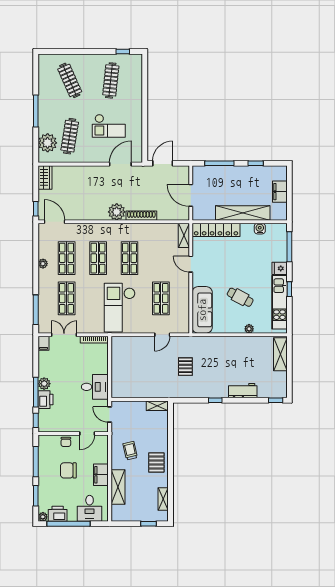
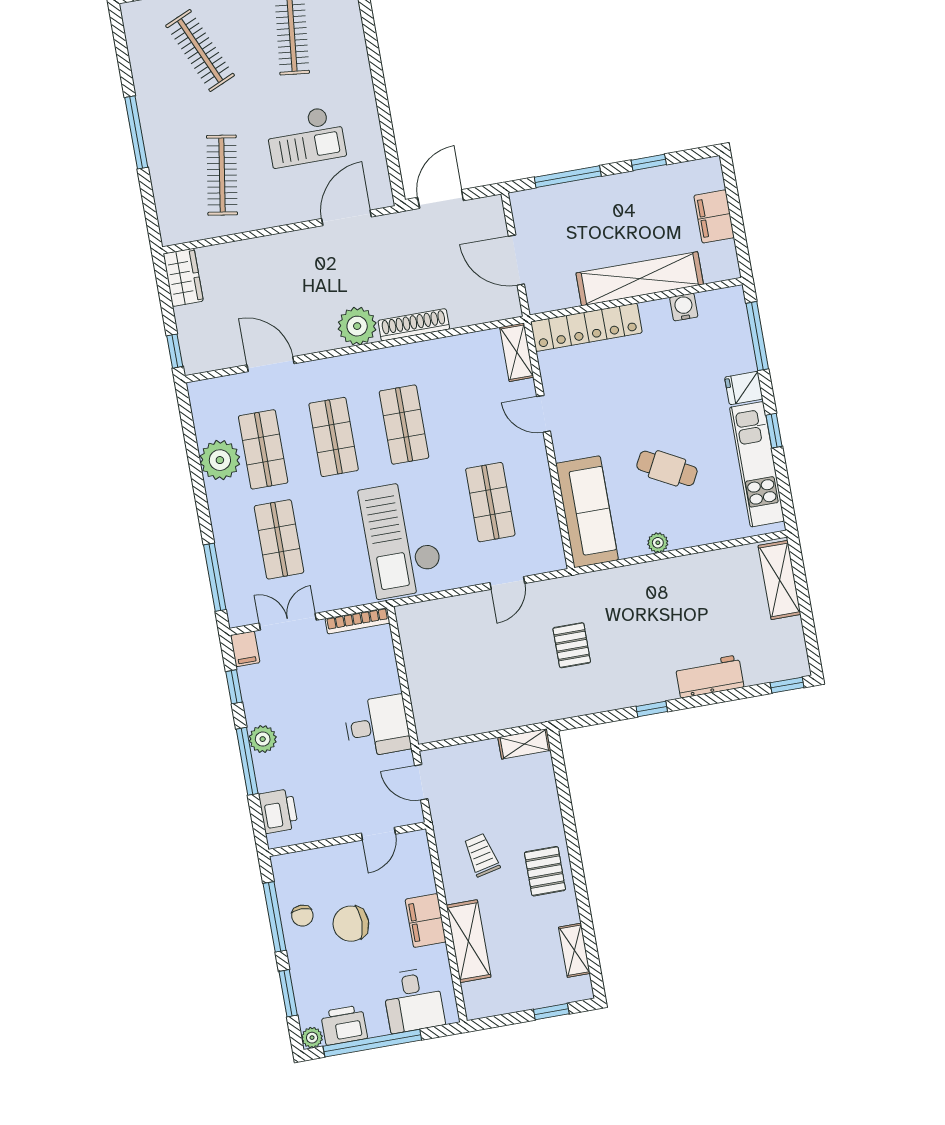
plant: (48, 143) -> (175, 199), removed
door: (54, 222) -> (271, 364), moved
plant: (43, 264) -> (220, 460), width x1.88, depth x1.88
plant: (249, 329) -> (658, 543), moved
printer: (46, 400) -> (278, 811), moved
window: (36, 420) -> (234, 687), moved
chair: (66, 442) -> (302, 916), moved

